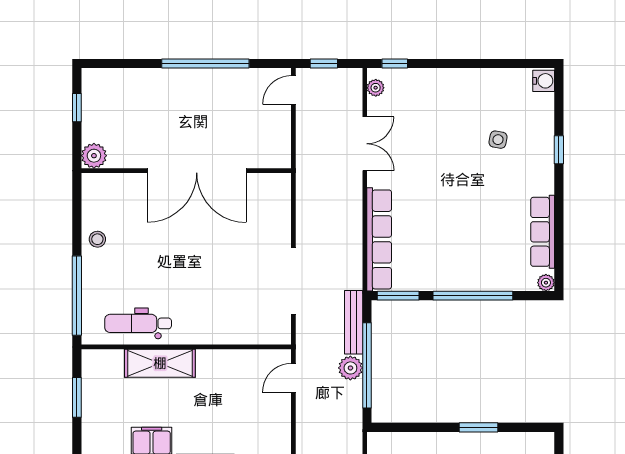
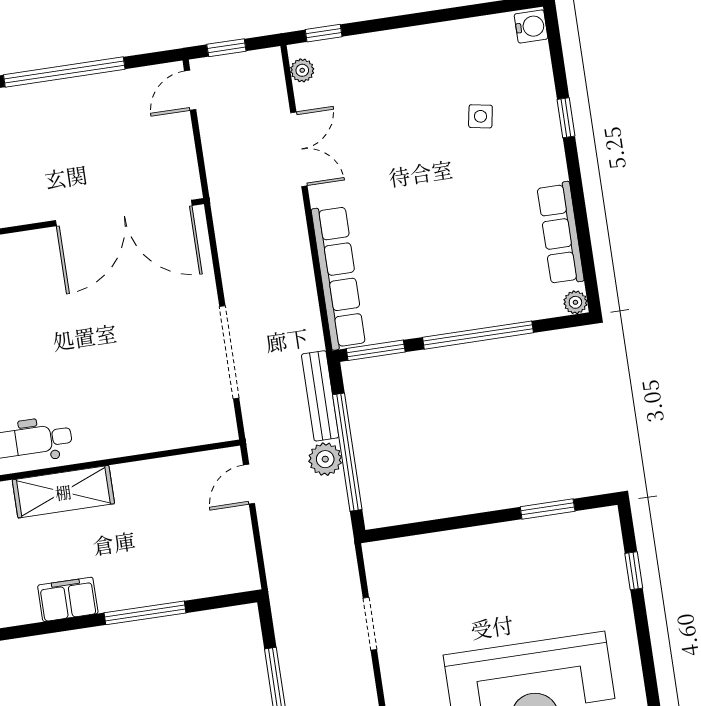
double door: (197, 171) -> (124, 213), moved
window: (478, 427) -> (548, 509), moved

